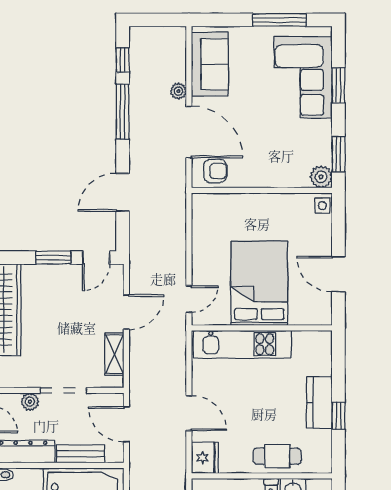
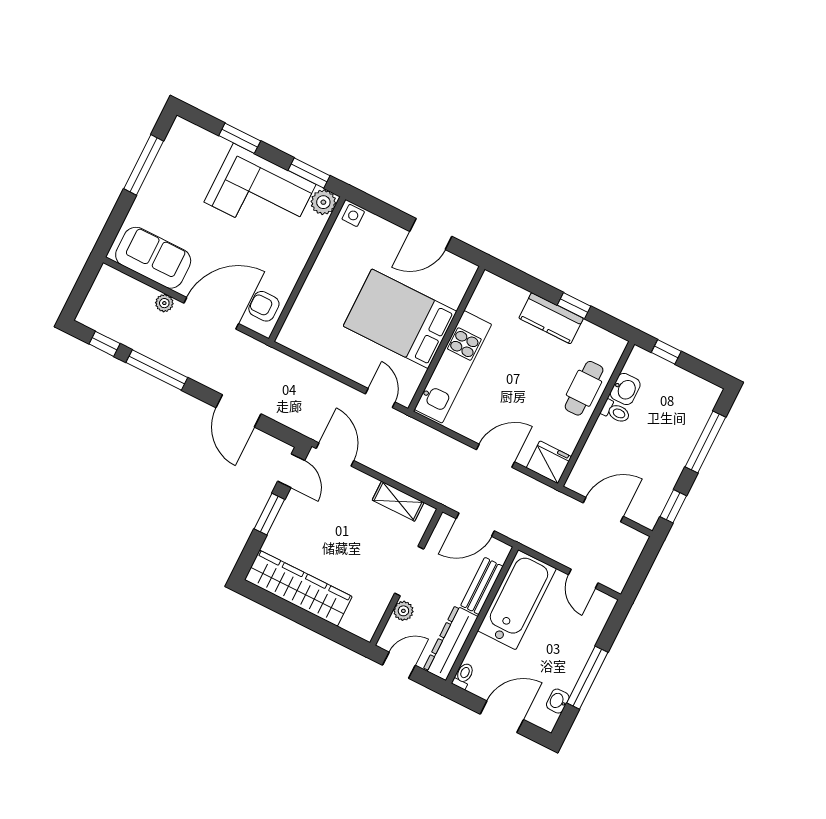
corner sofa: (303, 77) -> (260, 193), moved
armchair: (215, 171) -> (264, 306), turned -90
door: (126, 312) -> (335, 454), moved

